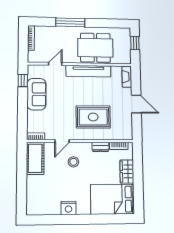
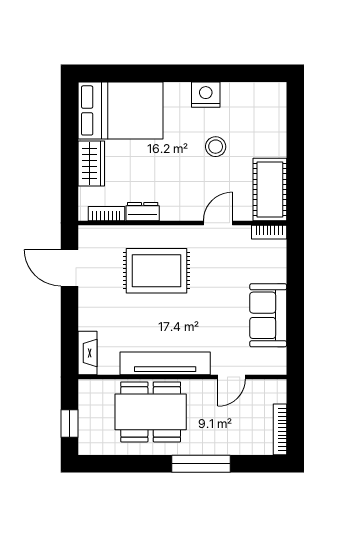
window: (23, 80) -> (295, 342), removed
door: (136, 104) -> (70, 268), moved
stool: (73, 162) -> (216, 147), moved

